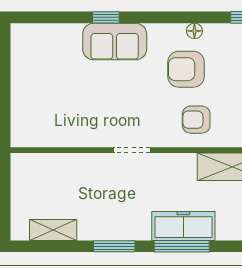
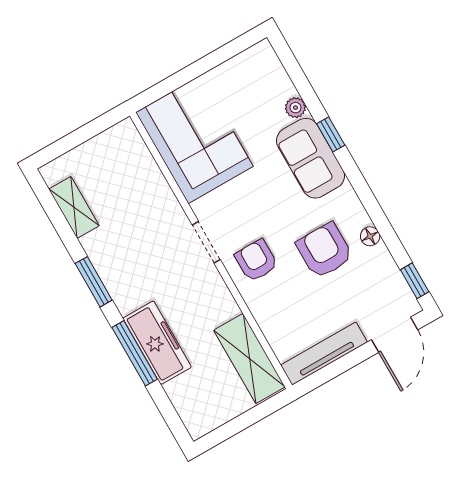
plant: (72, 32) -> (295, 108), added
corner sofa: (54, 116) -> (194, 139), added
armchair: (196, 120) -> (256, 261), moved

